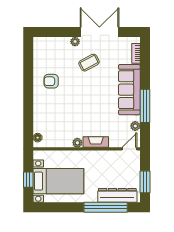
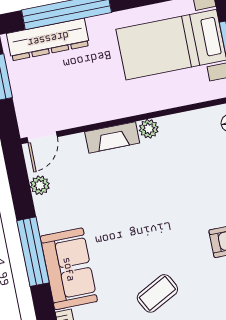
sofa: (129, 90) -> (69, 269), width x0.73
window: (145, 106) -> (33, 252), moved

